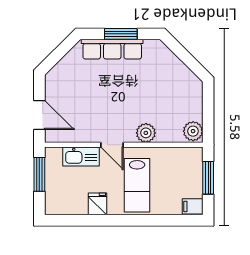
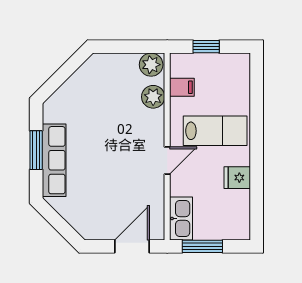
plant: (146, 133) -> (153, 97), moved
kitchen sink: (81, 156) -> (181, 218), moved
window: (208, 178) -> (206, 47), width x0.67
filing cabinet: (193, 206) -> (182, 87), moved, turned -90

